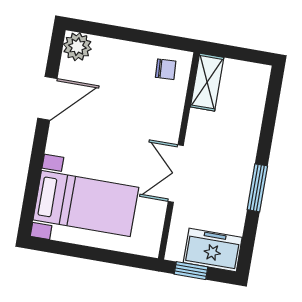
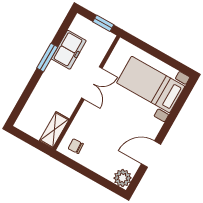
freezer: (213, 250) -> (69, 50), moved, turned -90

